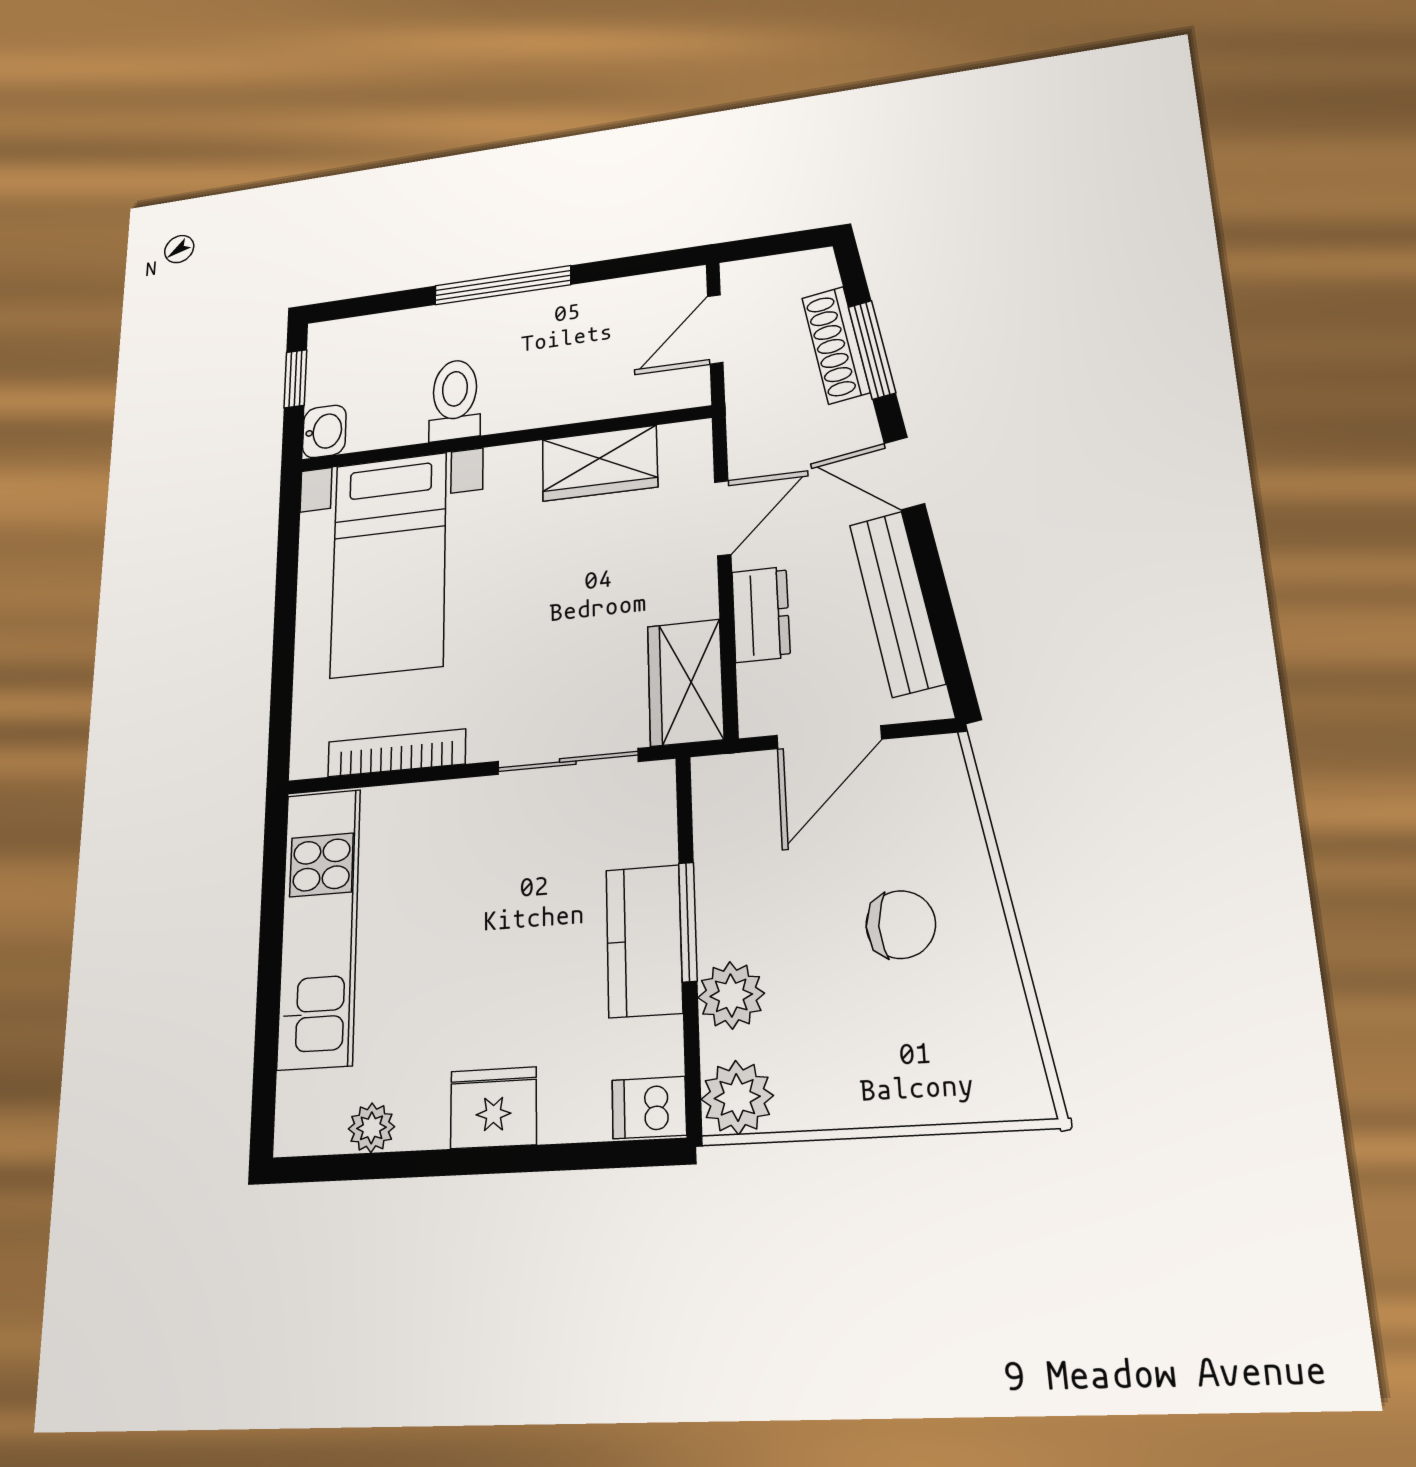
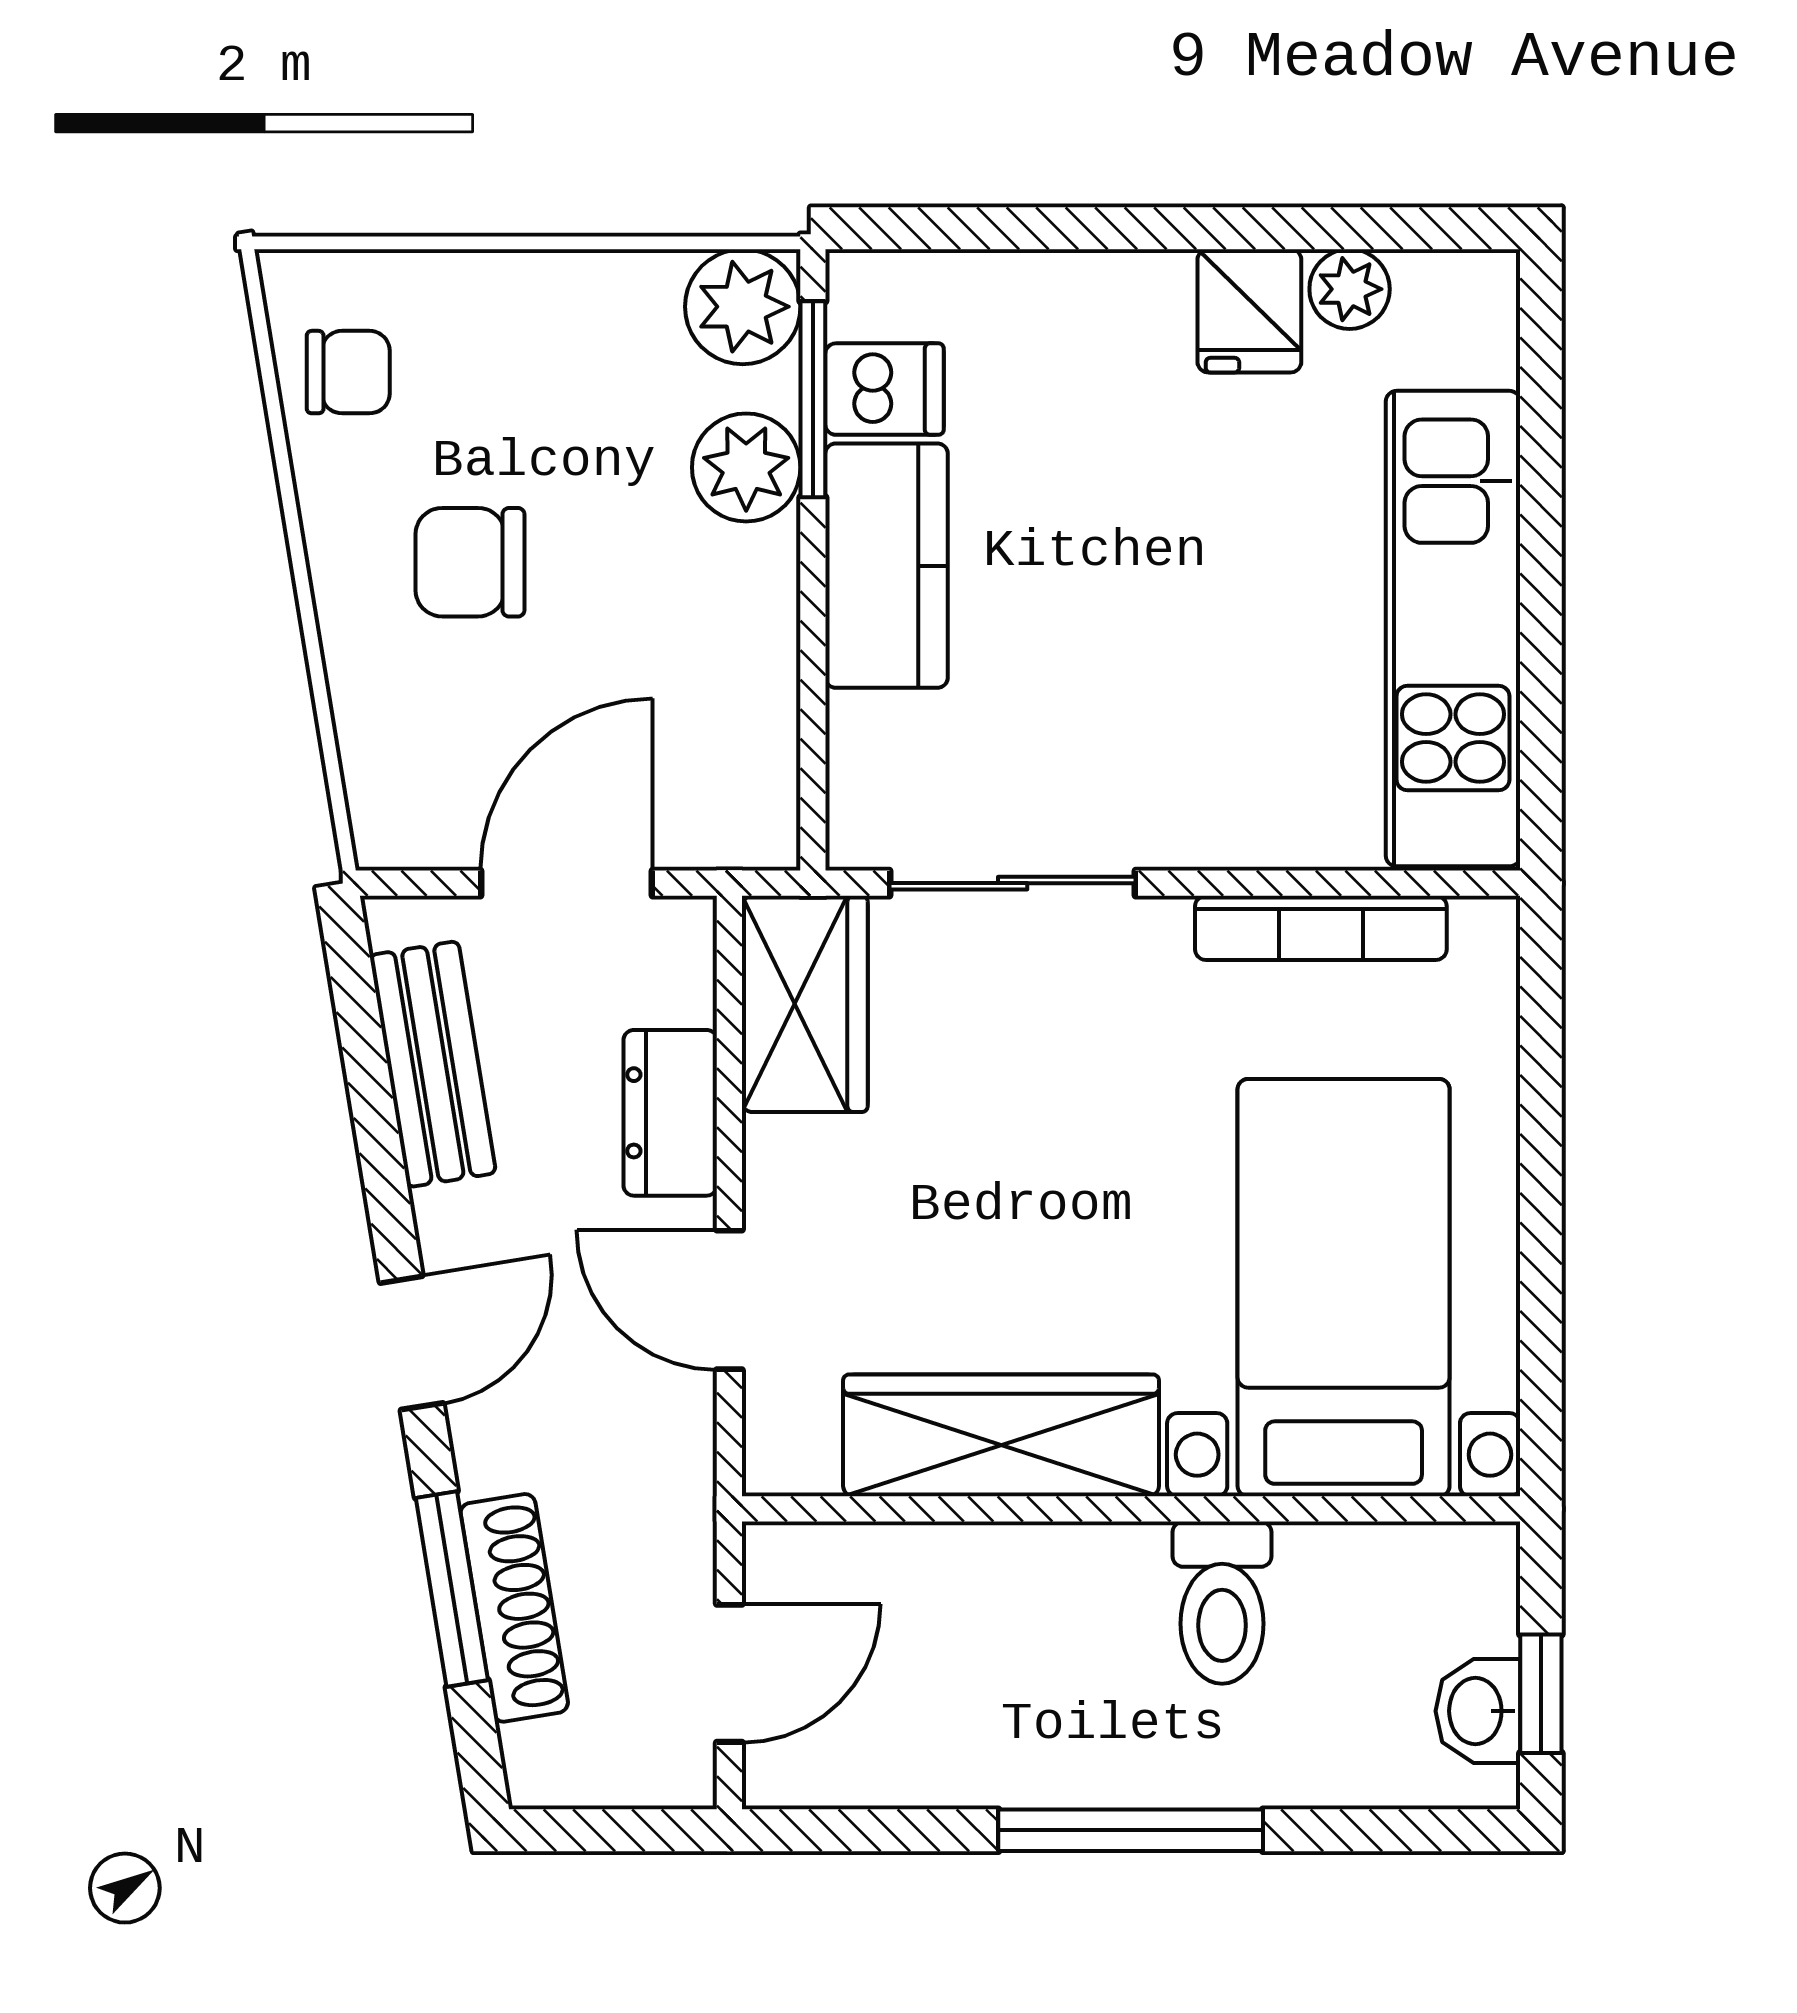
washbasin: (324, 431) -> (1478, 1711), moved
wardrobe: (600, 463) -> (1001, 1435), width x1.50
door: (904, 473) -> (412, 1343), hinge flipped
door: (723, 518) -> (729, 1300), hinge flipped
bench: (897, 603) -> (433, 1064), width x0.73
window: (688, 922) -> (813, 399), moved
chair: (989, 1041) -> (348, 372), added
fridge: (494, 1108) -> (1249, 311), moved, width x0.72
dishwasher: (649, 1108) -> (885, 389), moved

